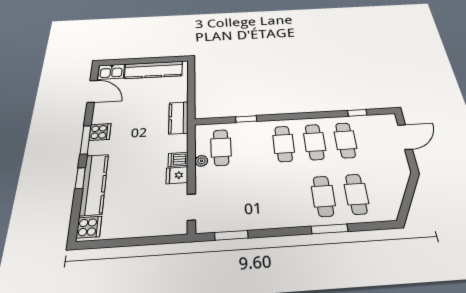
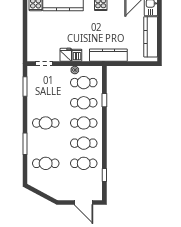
kitchen counter: (179, 118) -> (108, 55), width x1.50
cafe table: (252, 146) -> (84, 103), added
cafe table: (323, 196) -> (46, 123), moved

